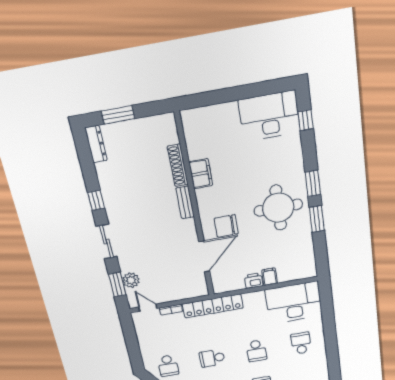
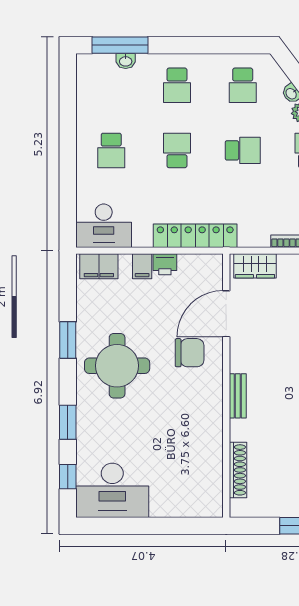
shoe rack: (178, 165) -> (238, 470), moved
filing cabinet: (201, 174) -> (99, 266), moved, turned -90
window: (313, 183) -> (68, 422), moved
wardrobe: (190, 291) -> (255, 266), added
desk: (294, 303) -> (104, 226), width x0.73, depth x0.77
locker: (213, 306) -> (195, 236), moved

